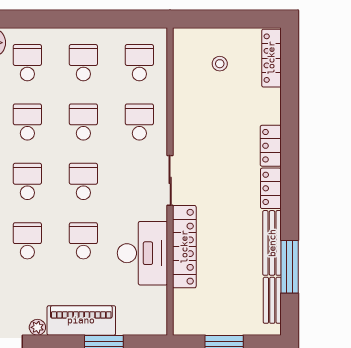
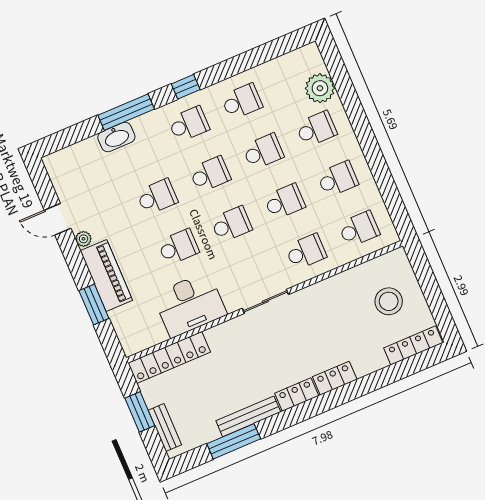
stool: (220, 64) -> (389, 301), width x1.89, depth x1.89
locker: (184, 247) -> (169, 357), moved
bench: (272, 300) -> (165, 428), moved, turned 90

